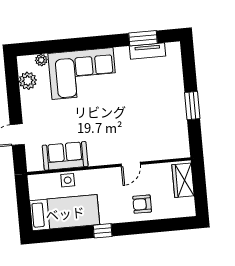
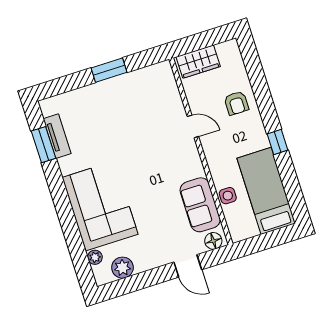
floor lamp: (33, 160) -> (213, 241), added

